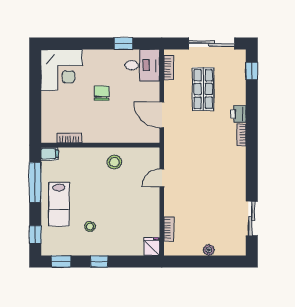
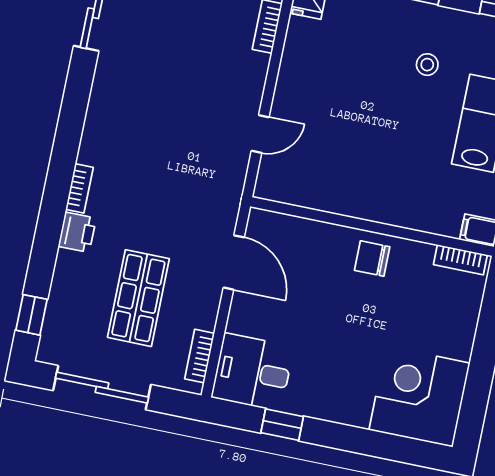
chair: (102, 93) -> (372, 259), moved, turned 90
bookcase: (69, 138) -> (460, 260), moved
stool: (114, 162) -> (350, 186), removed

